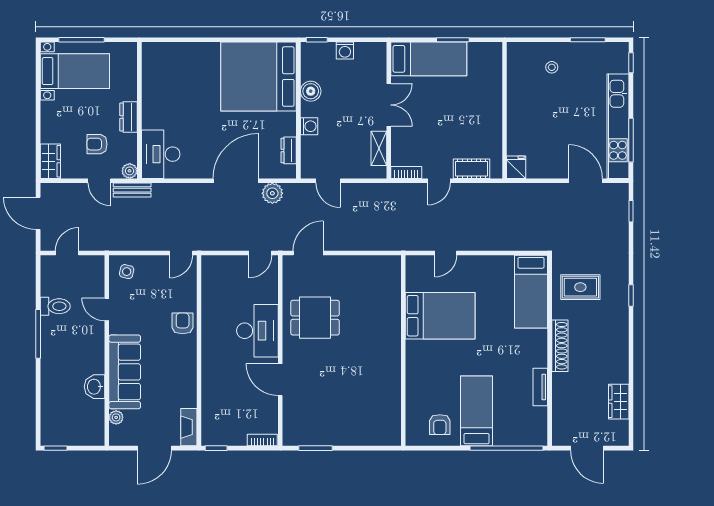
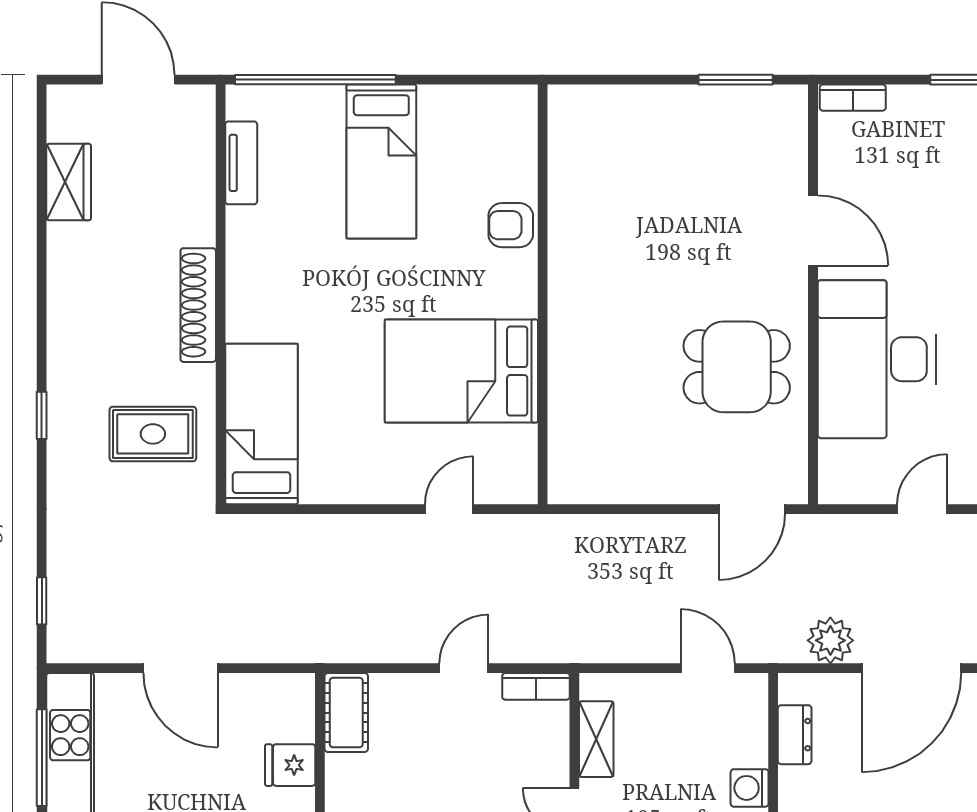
fridge: (516, 167) -> (290, 765), moved, turned 90
cot: (472, 169) -> (346, 713), moved, turned 90
door: (586, 181) -> (181, 668), moved
door: (260, 253) -> (922, 509), moved
desk: (257, 331) -> (877, 359), width x1.36, depth x1.30
tv unit: (540, 387) -> (241, 163), moved
armchair: (440, 425) -> (511, 225), moved, turned -90

